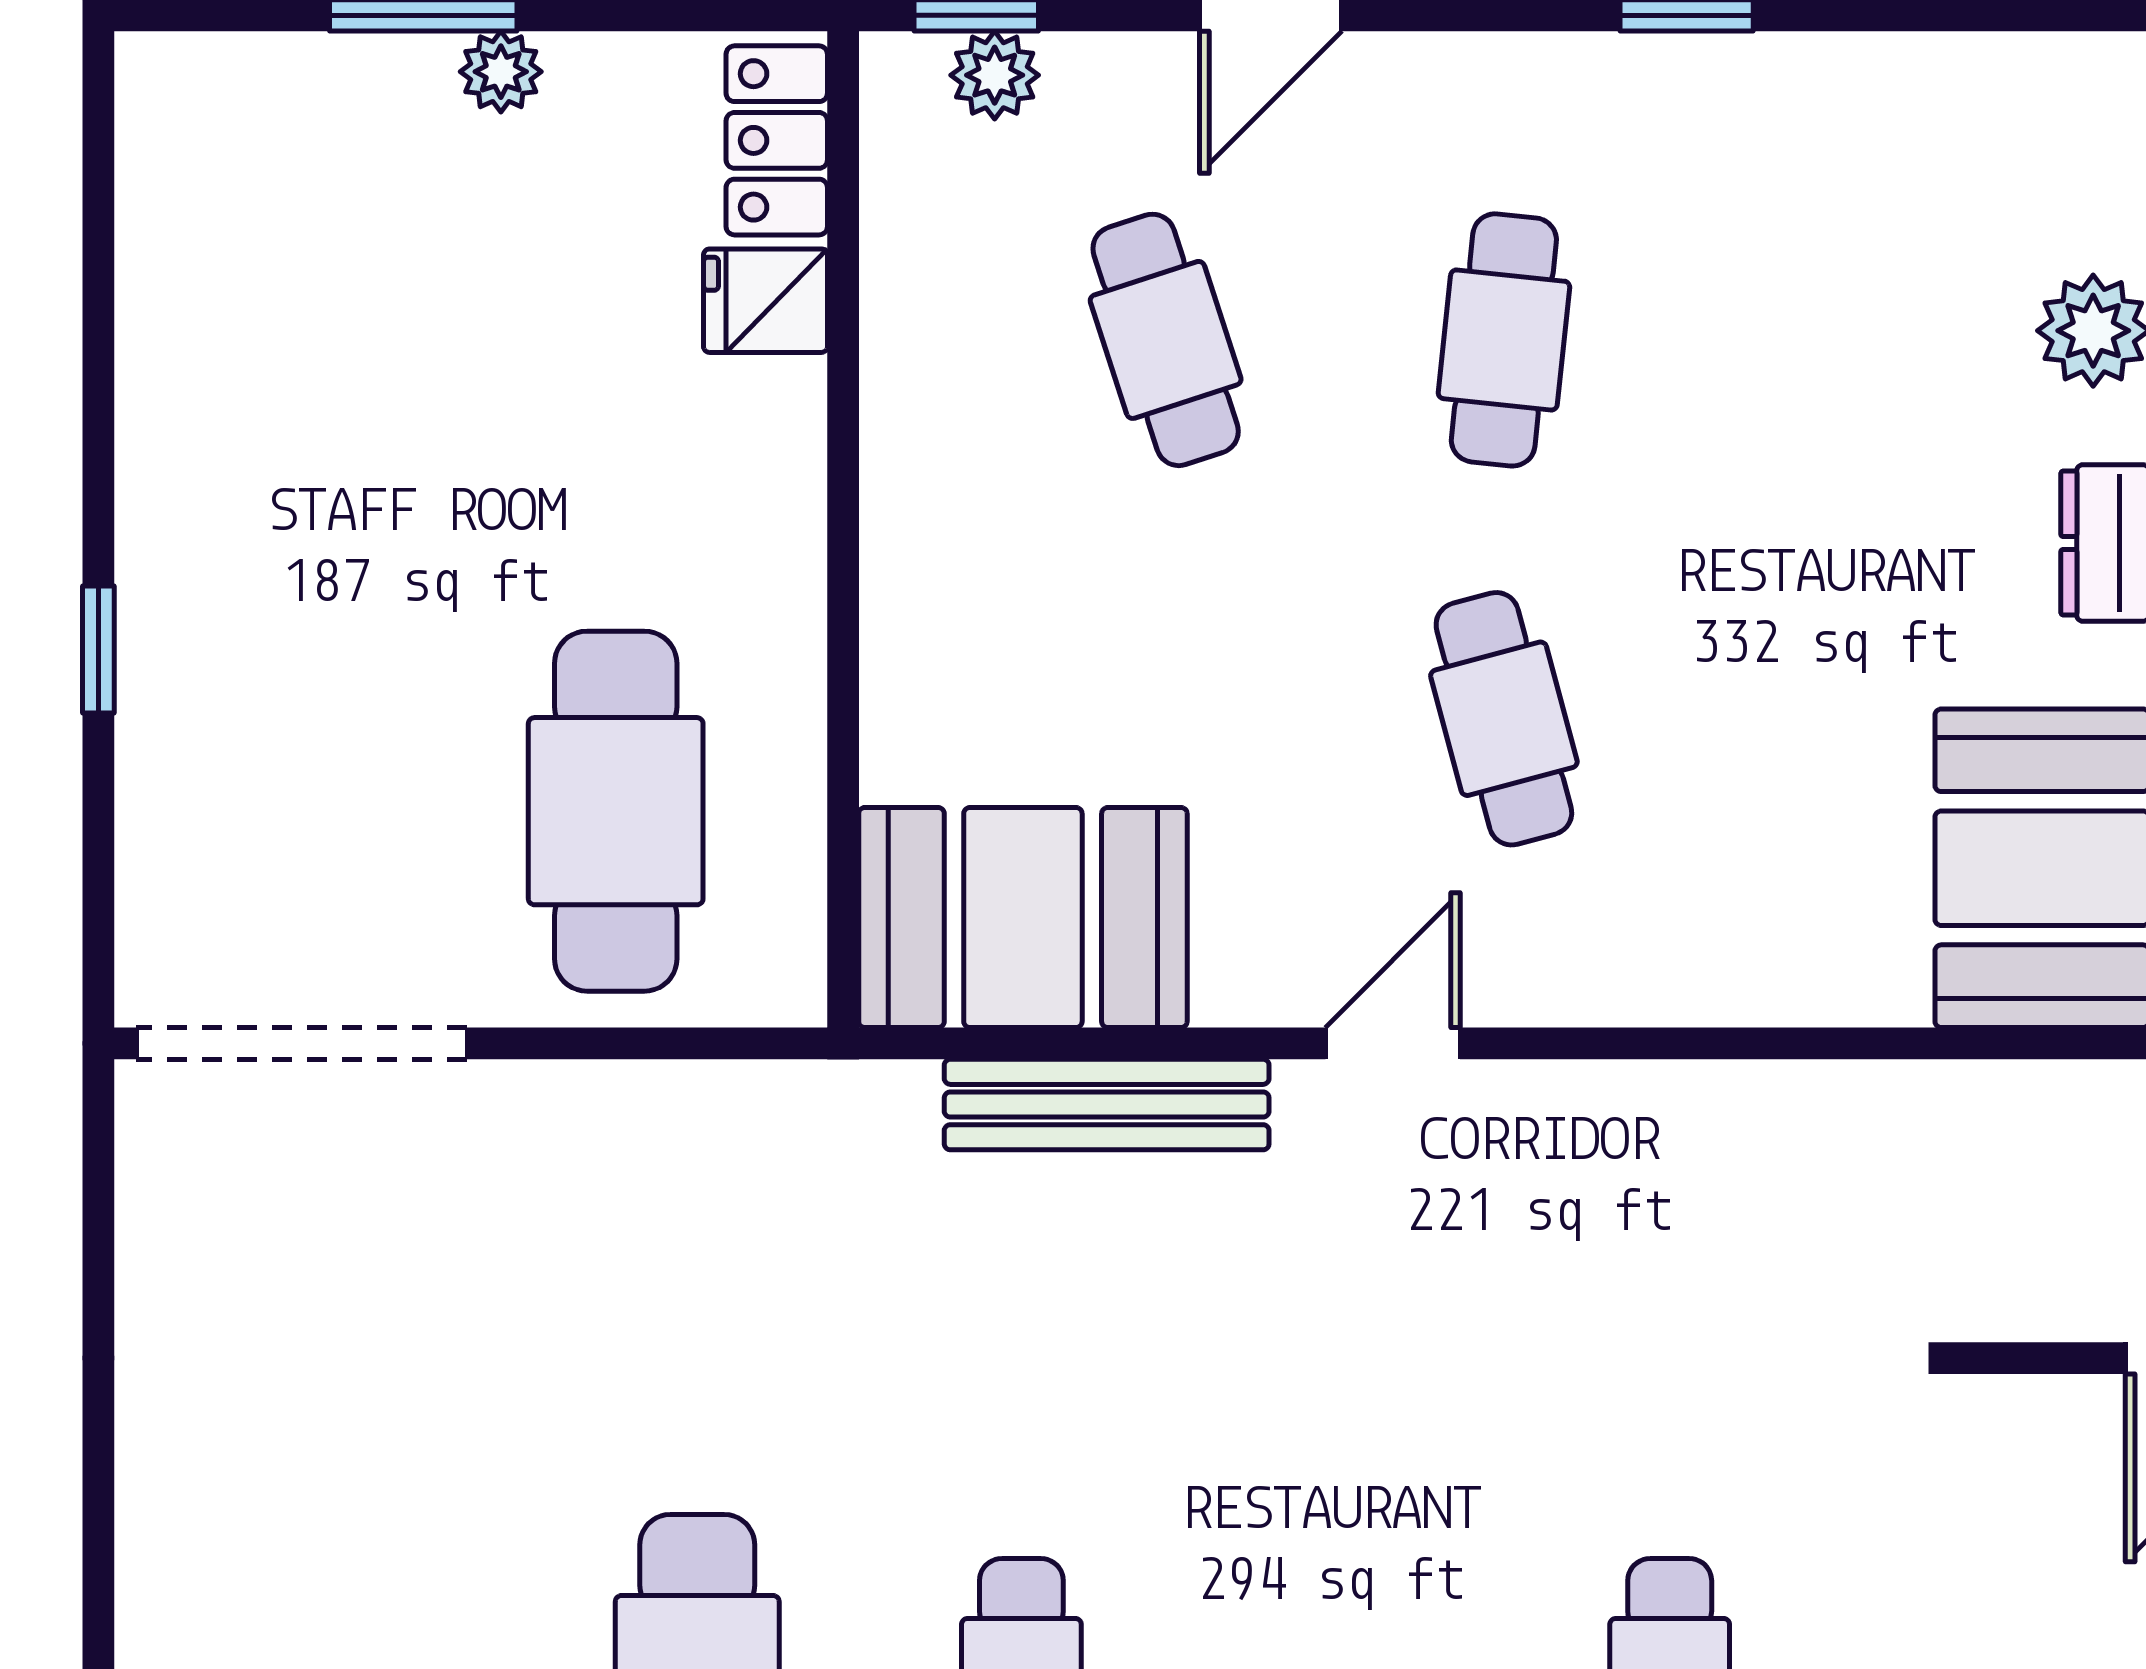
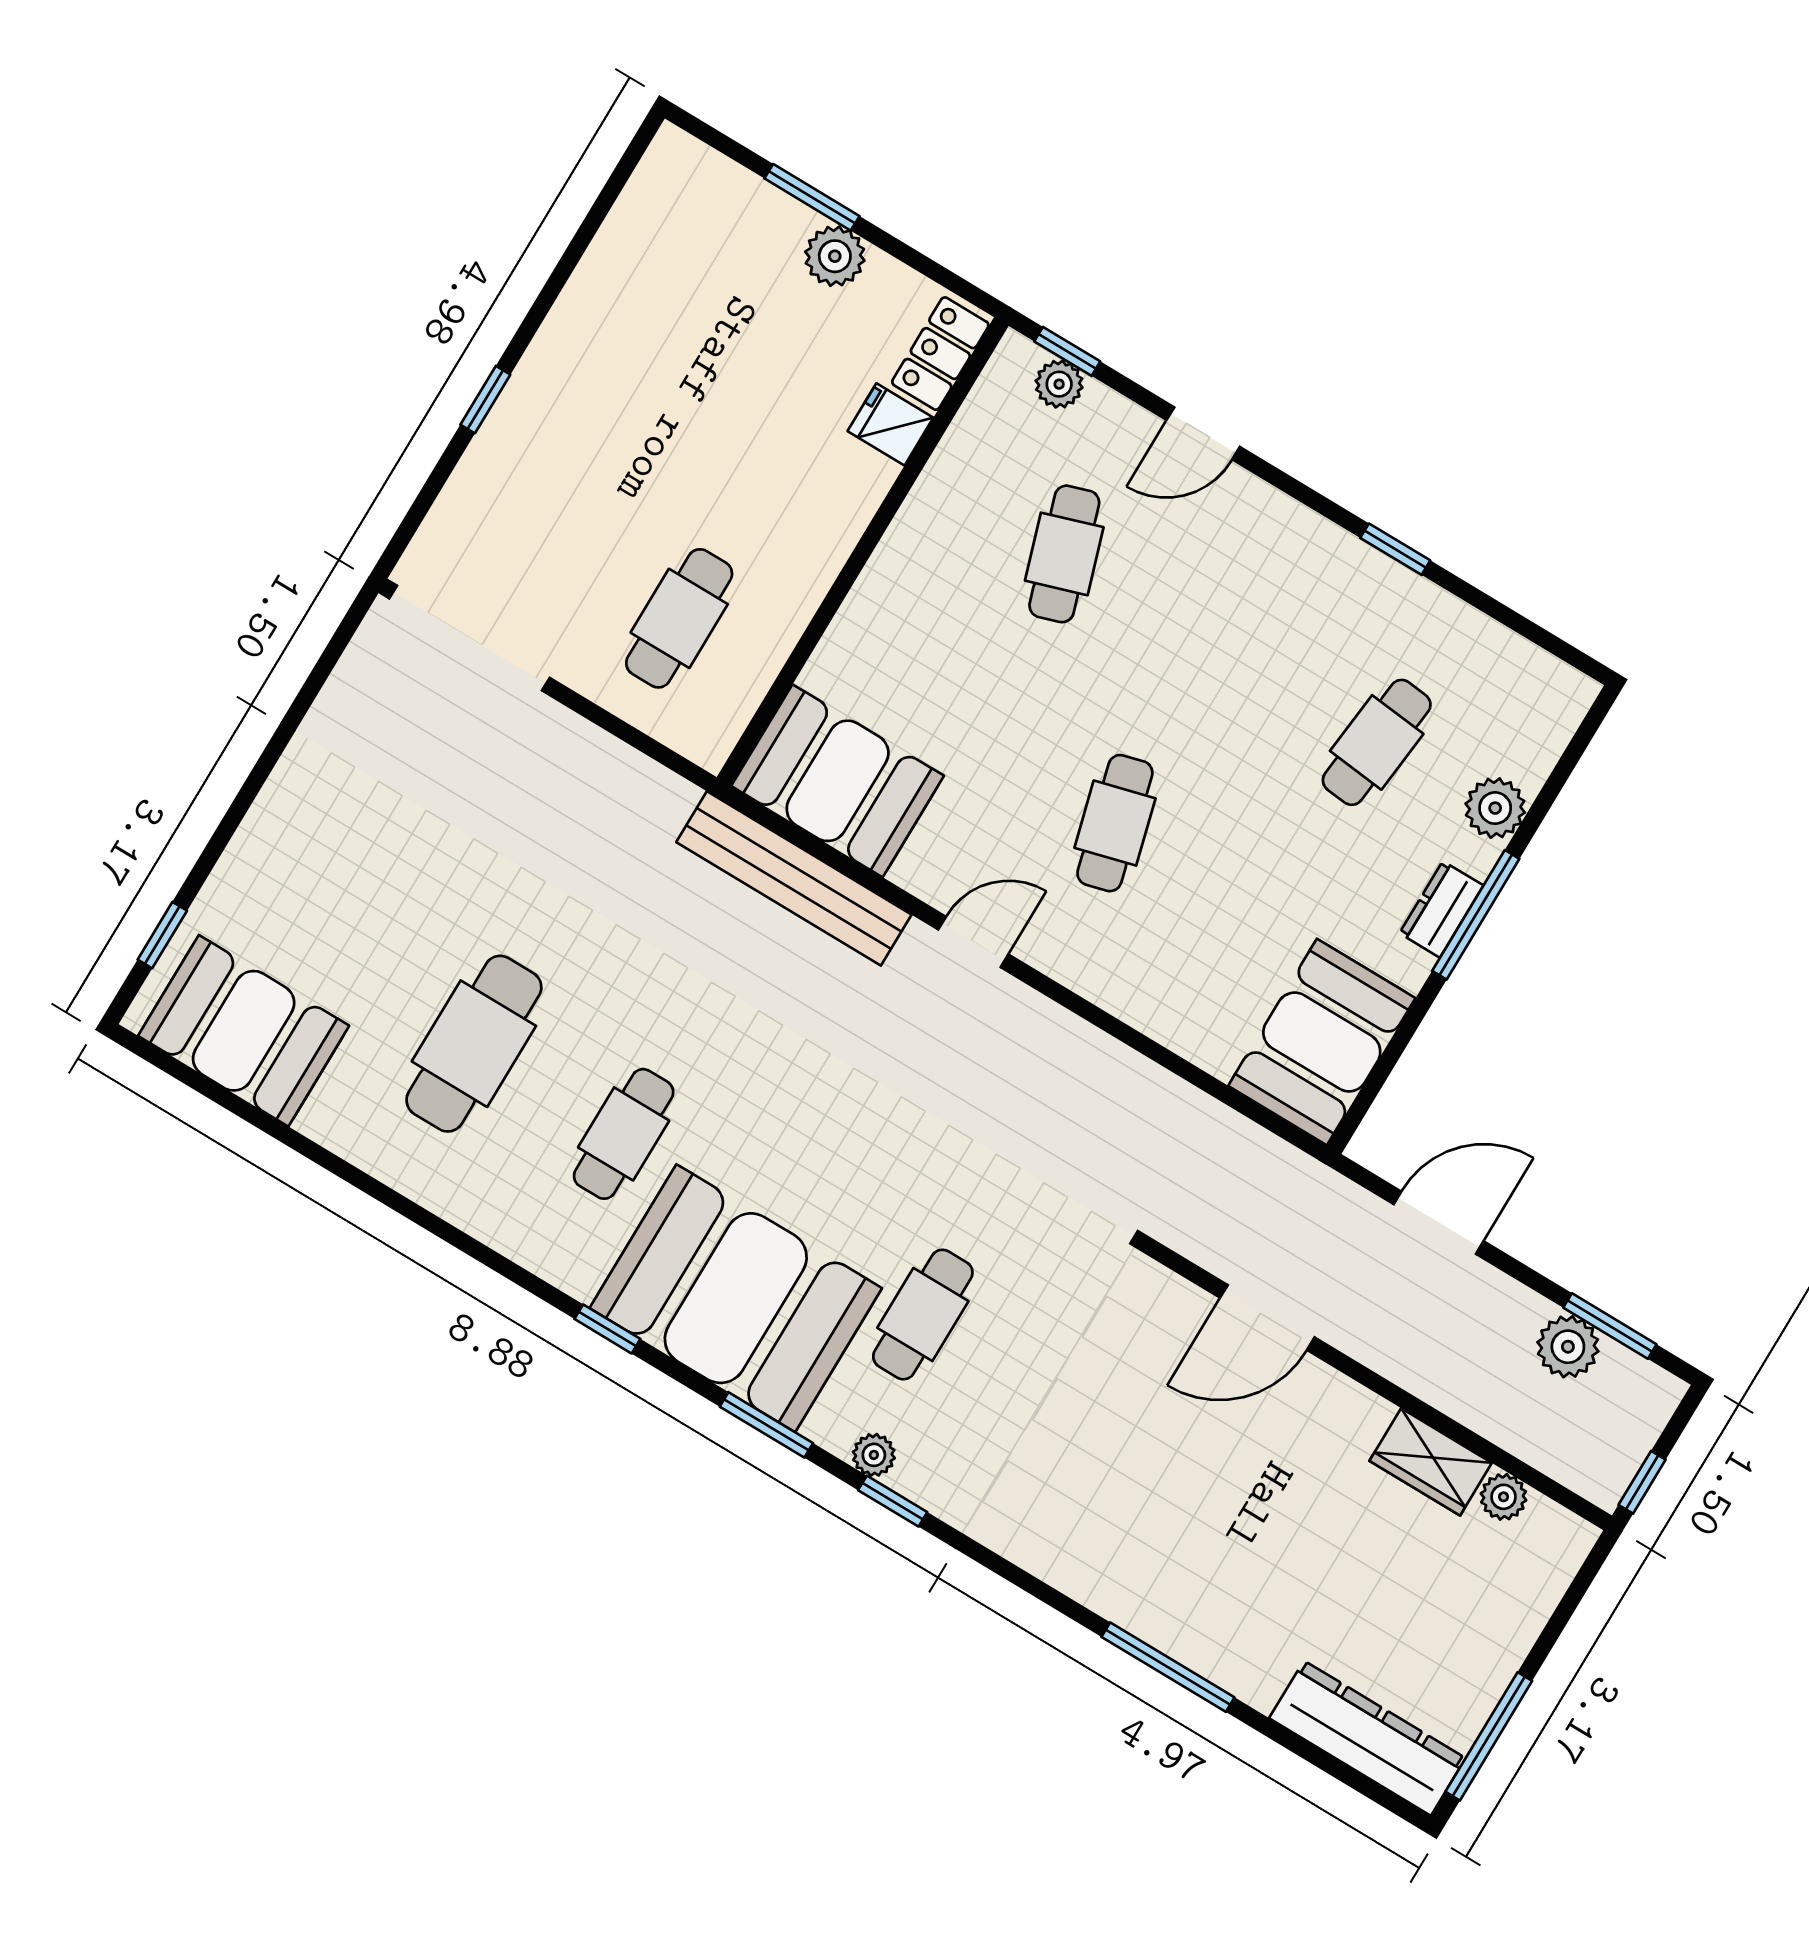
plant: (501, 72) -> (835, 256), width x1.38, depth x1.38
cafe table: (1504, 340) -> (1377, 742), moved
cafe table: (616, 811) -> (679, 618), width x0.73, depth x0.74
bench: (1107, 1105) -> (794, 878), width x1.37, depth x1.21

